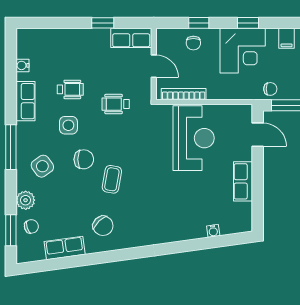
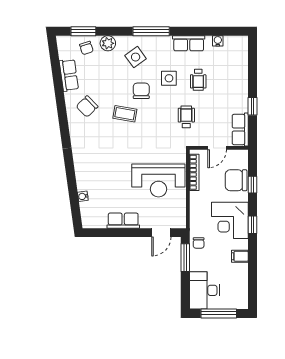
chair: (193, 43) -> (236, 180), width x1.87, depth x1.87
chair: (84, 159) -> (141, 91), turned 180

